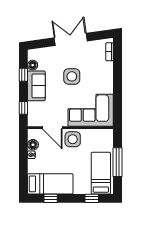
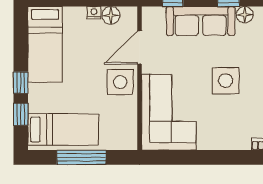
sofa: (36, 86) -> (201, 21), width x1.36
window: (51, 198) -> (21, 83), moved

